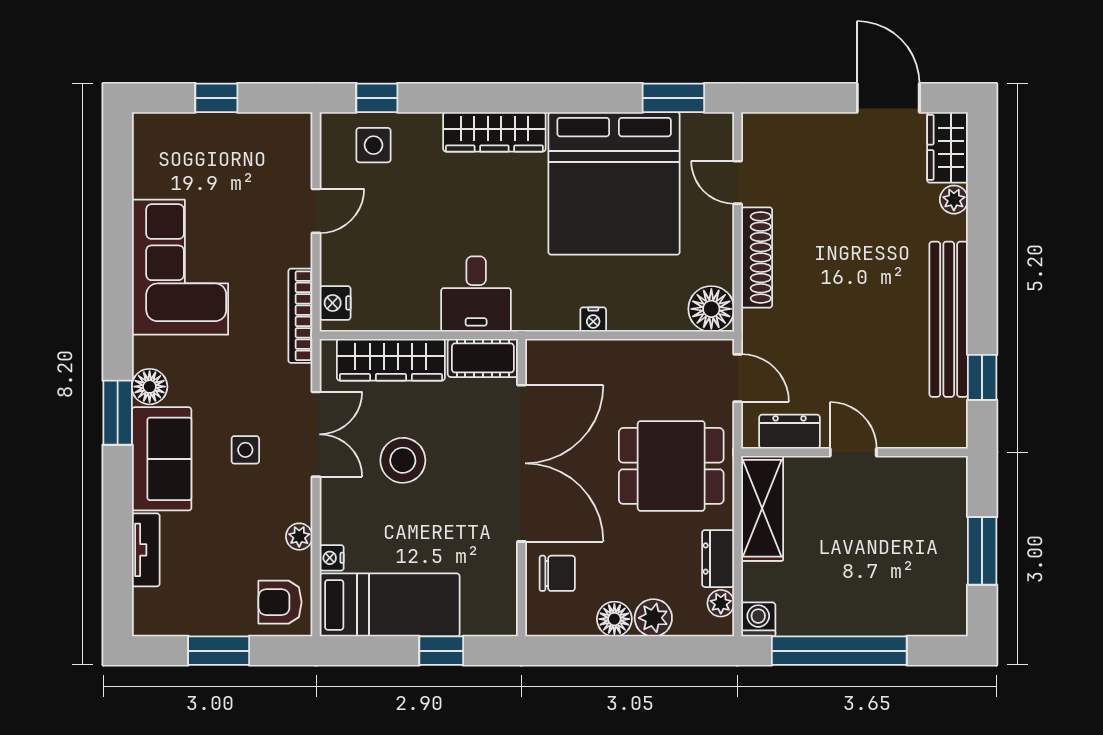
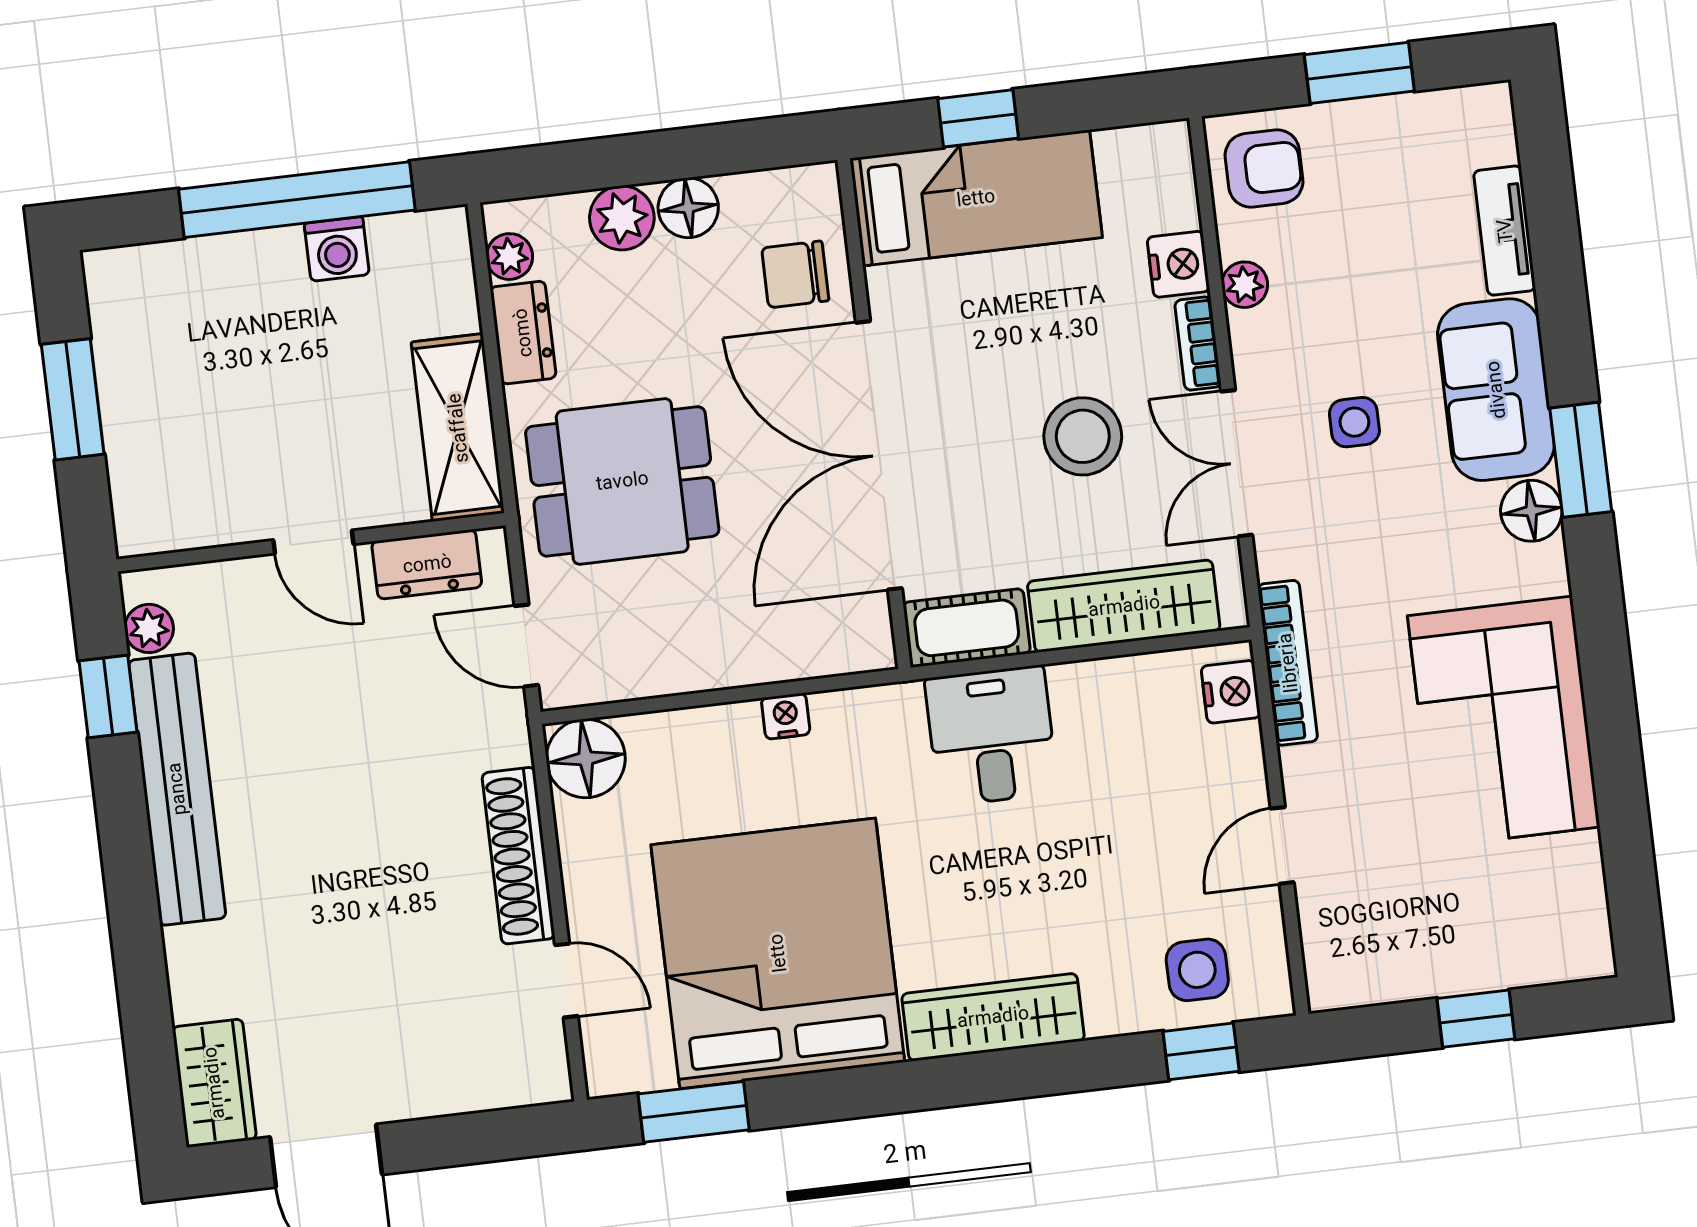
plant: (954, 200) -> (149, 628), moved
bookcase: (330, 506) -> (1198, 344), added
nightstand: (332, 558) -> (1178, 264), width x1.39, depth x1.35
bed: (390, 605) -> (976, 198), moved, turned 180
washing machine: (758, 619) -> (337, 249), moved

